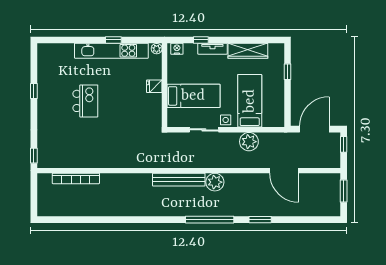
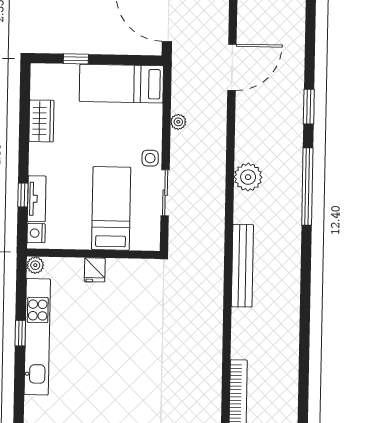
tv unit: (212, 49) -> (37, 199), moved
wardrobe: (248, 51) -> (41, 121), width x0.67
kitchen island: (85, 101) -> (116, 379), removed
bed: (250, 101) -> (121, 84), moved
plant: (249, 142) -> (178, 122), width x0.53, depth x0.53
bench: (179, 180) -> (242, 266), moved

